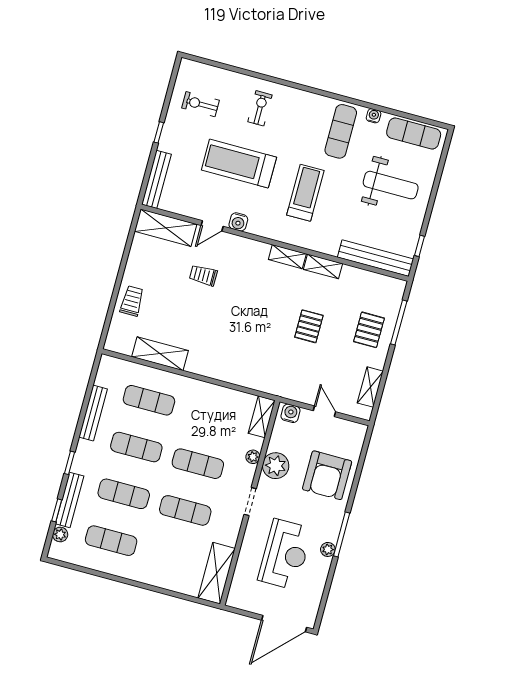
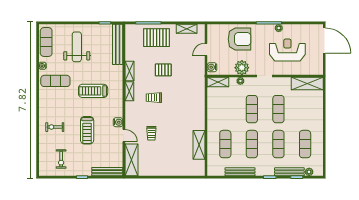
treadmill: (239, 164) -> (87, 130), width x0.73, depth x0.73
trolley: (132, 301) -> (154, 98), moved
pallet: (369, 330) -> (157, 38), width x1.50, depth x1.42

